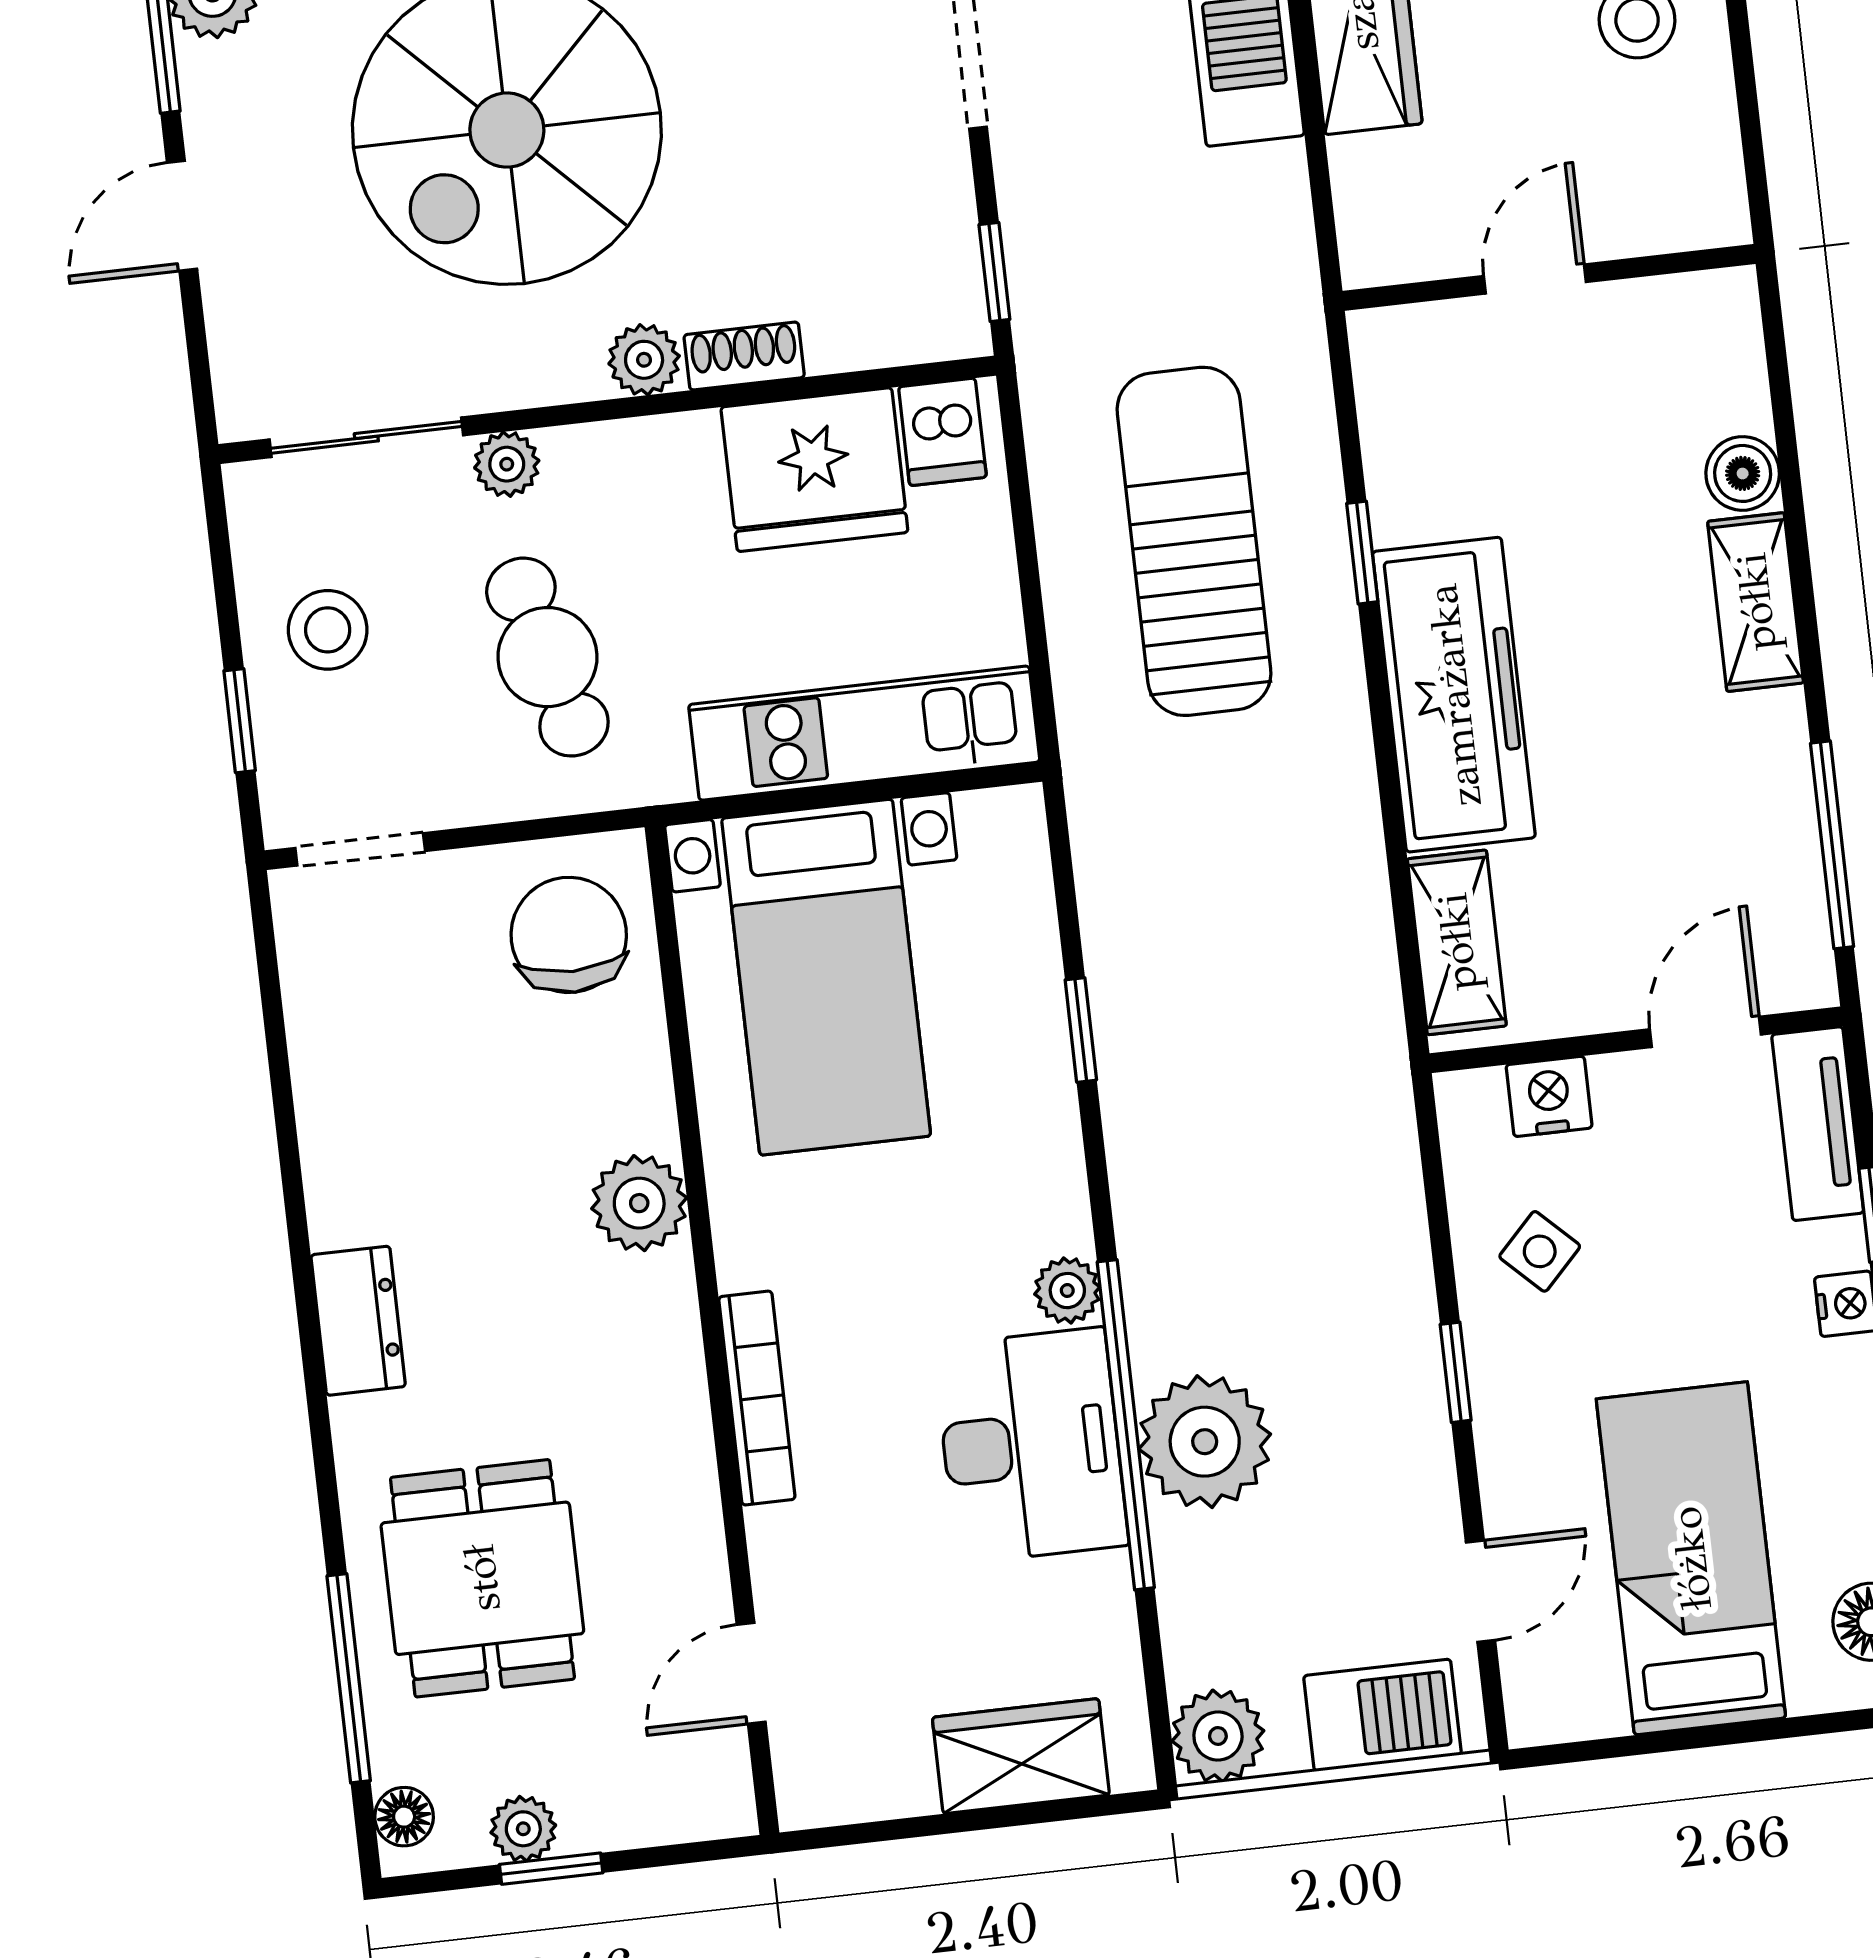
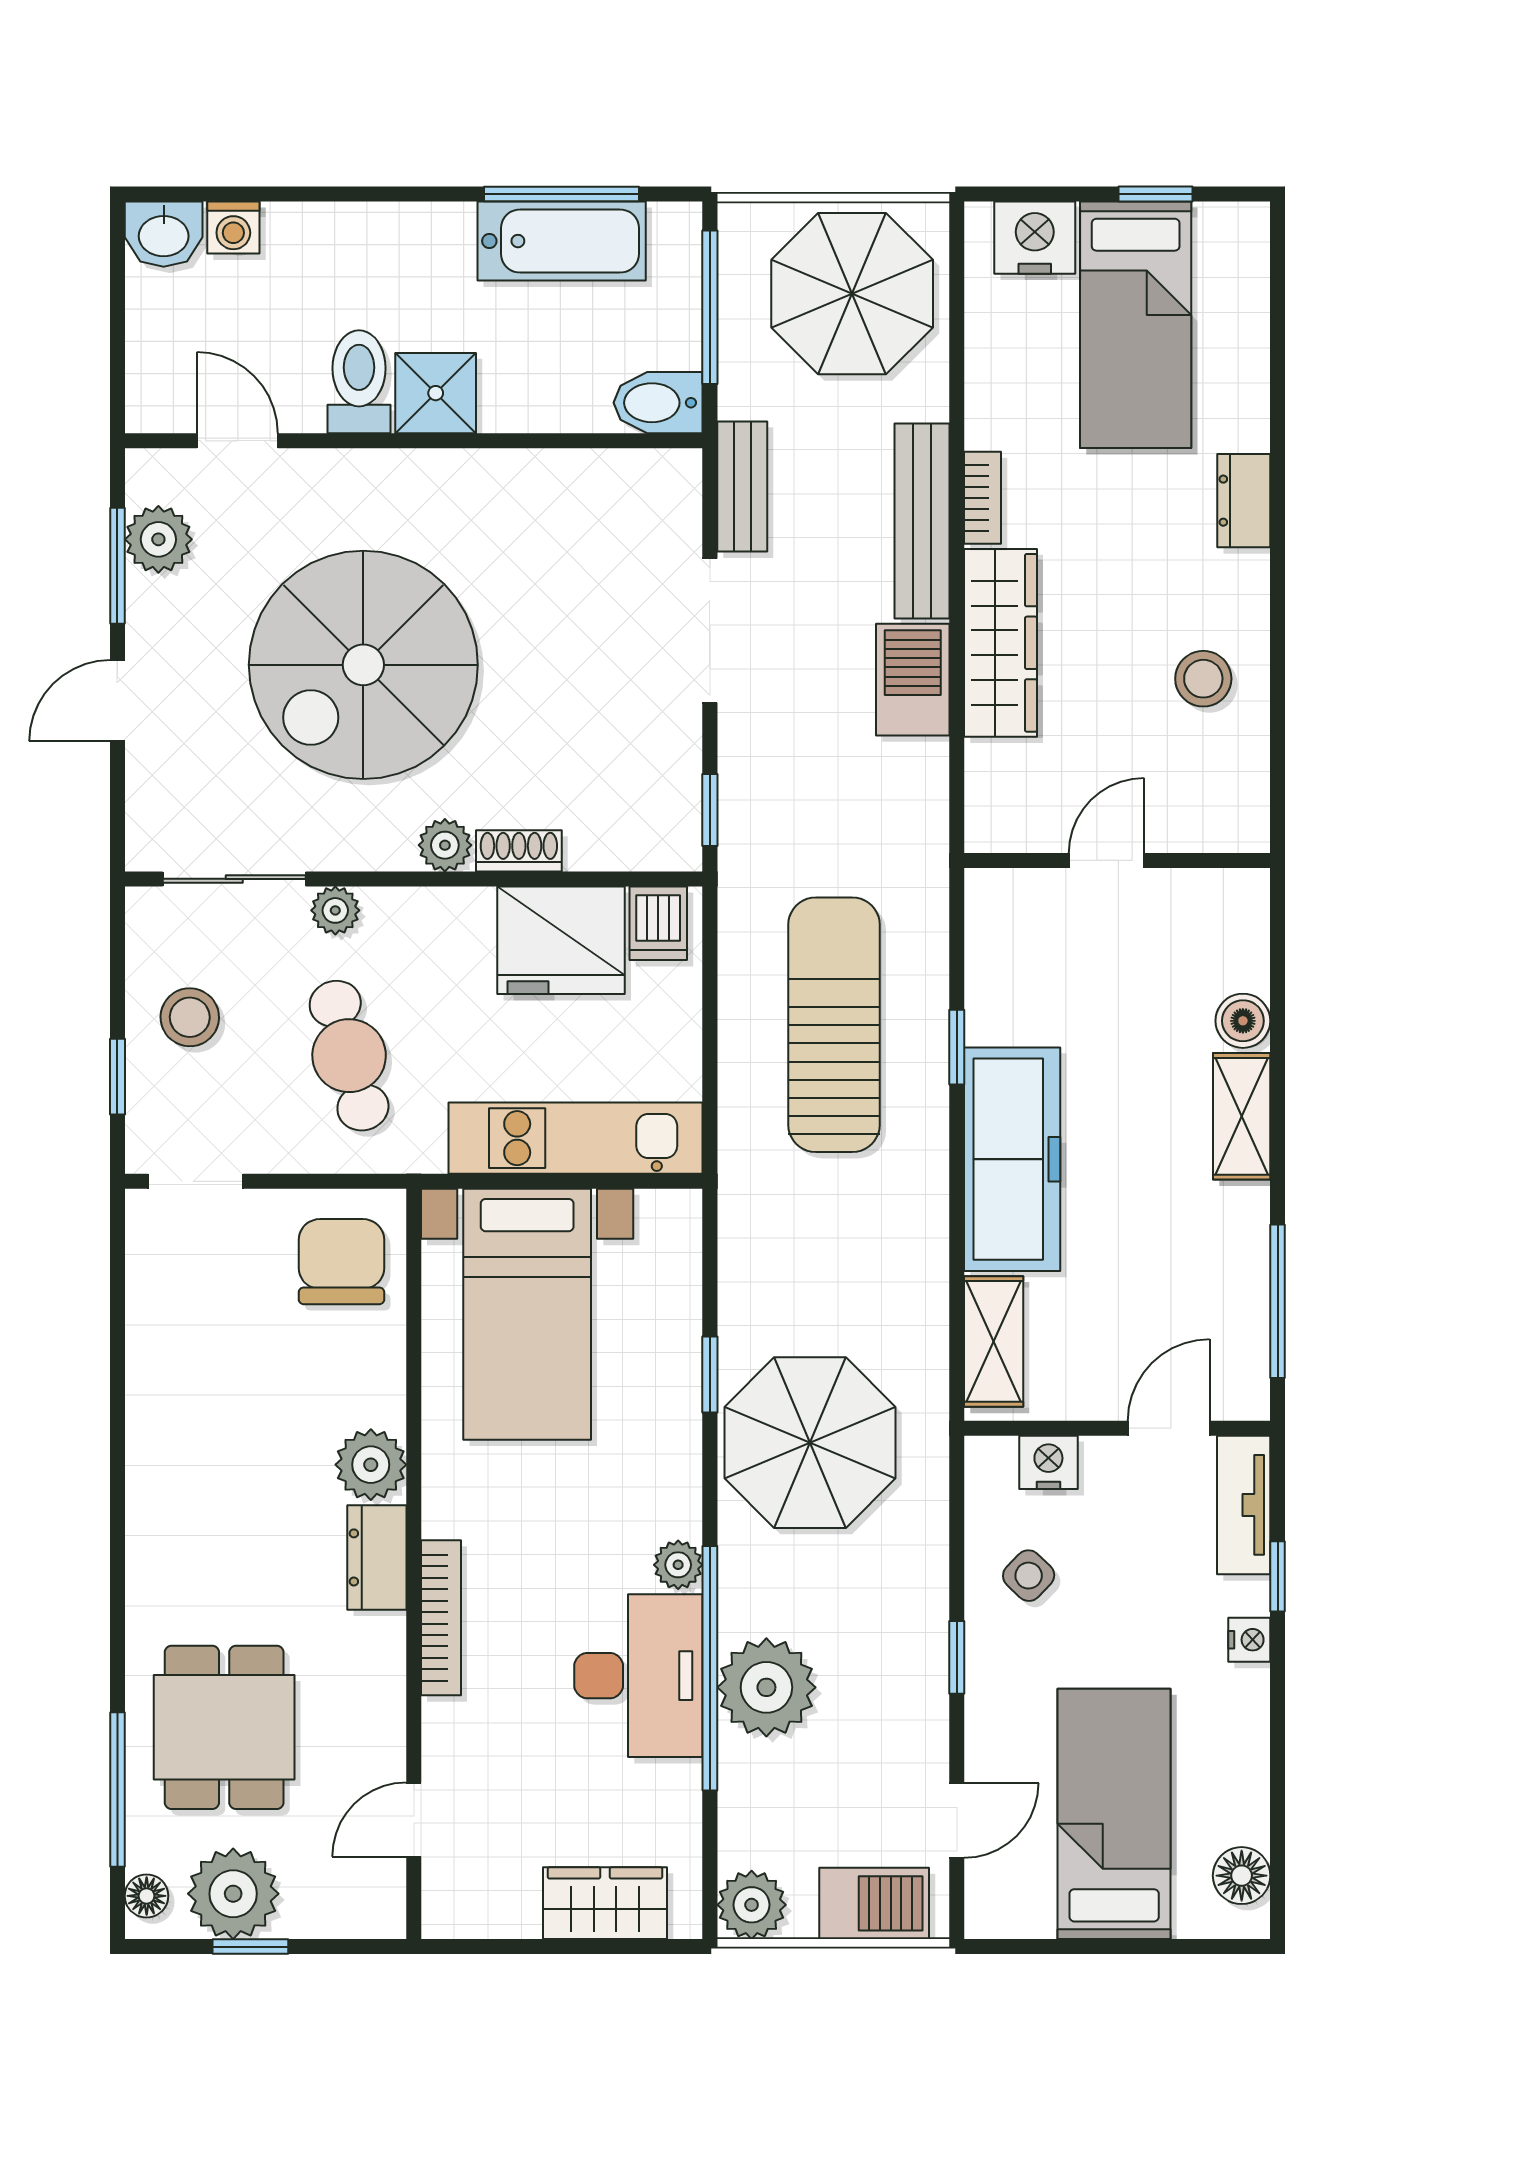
parasol: (1226, 1106) -> (810, 1443), added
dresser: (358, 1321) -> (377, 1557), moved, turned 180
plant: (523, 1829) -> (233, 1894), width x1.88, depth x1.88

